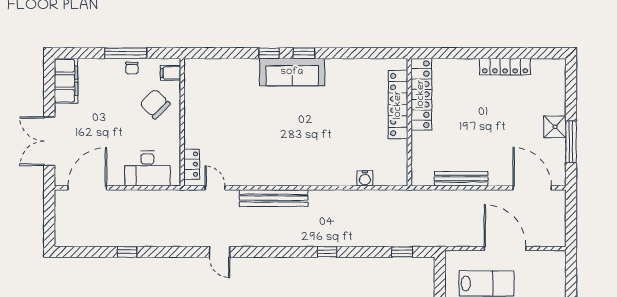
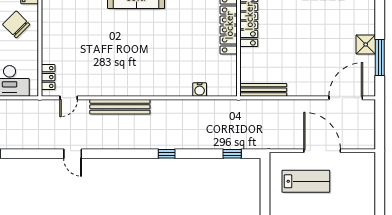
bench: (461, 179) -> (263, 90), moved
door: (215, 188) -> (69, 98), swing flipped
door: (532, 188) -> (346, 98), hinge flipped

